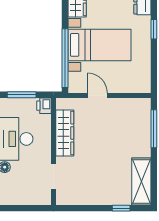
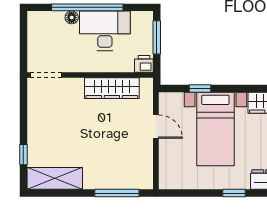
window: (65, 58) -> (200, 89), width x0.32
door: (97, 96) -> (156, 127), hinge flipped
doorway: (54, 177) -> (46, 75), moved

